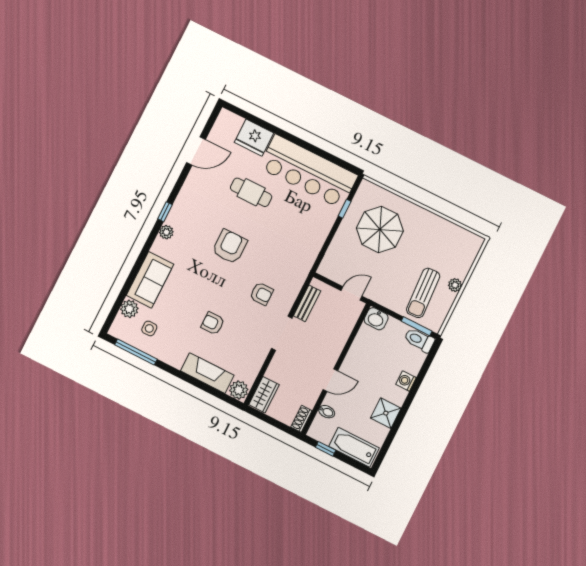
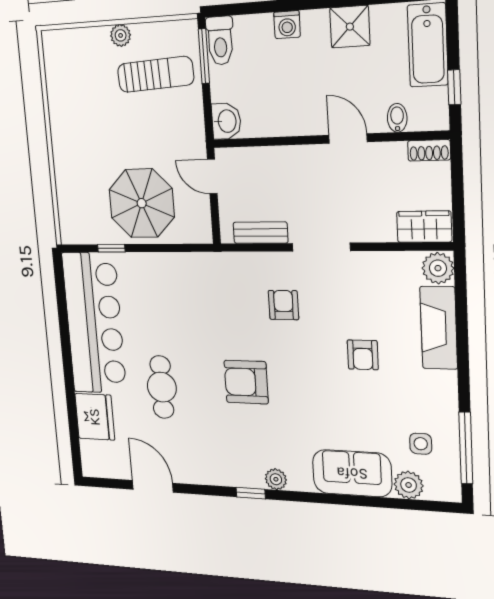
parasol: (380, 229) -> (142, 203), moved

